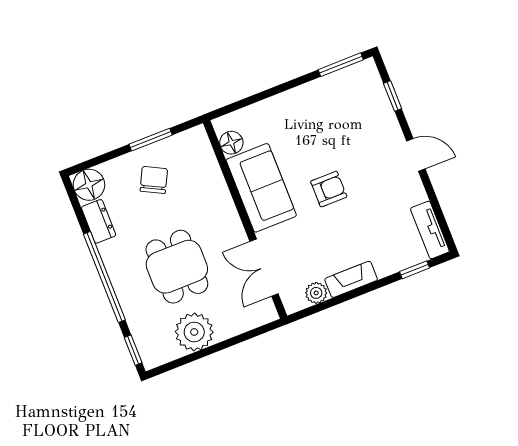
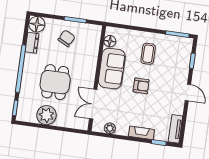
coffee table: (310, 127) -> (148, 54), added
fireplace: (351, 279) -> (141, 133), moved

